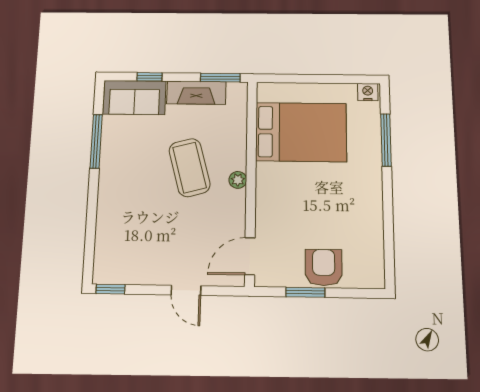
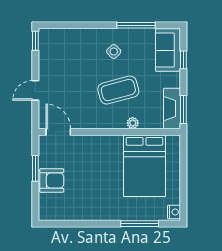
fireplace: (196, 93) -> (172, 109), moved
side table: (133, 173) -> (114, 51), added
plant: (238, 180) -> (133, 123), moved

